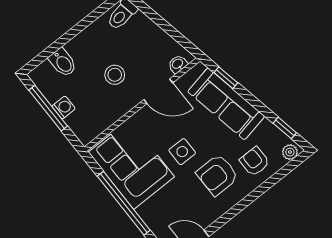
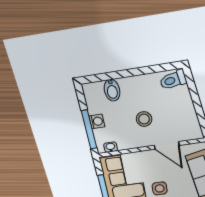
washbasin: (178, 64) -> (111, 147), moved
window: (48, 108) -> (89, 130), moved

